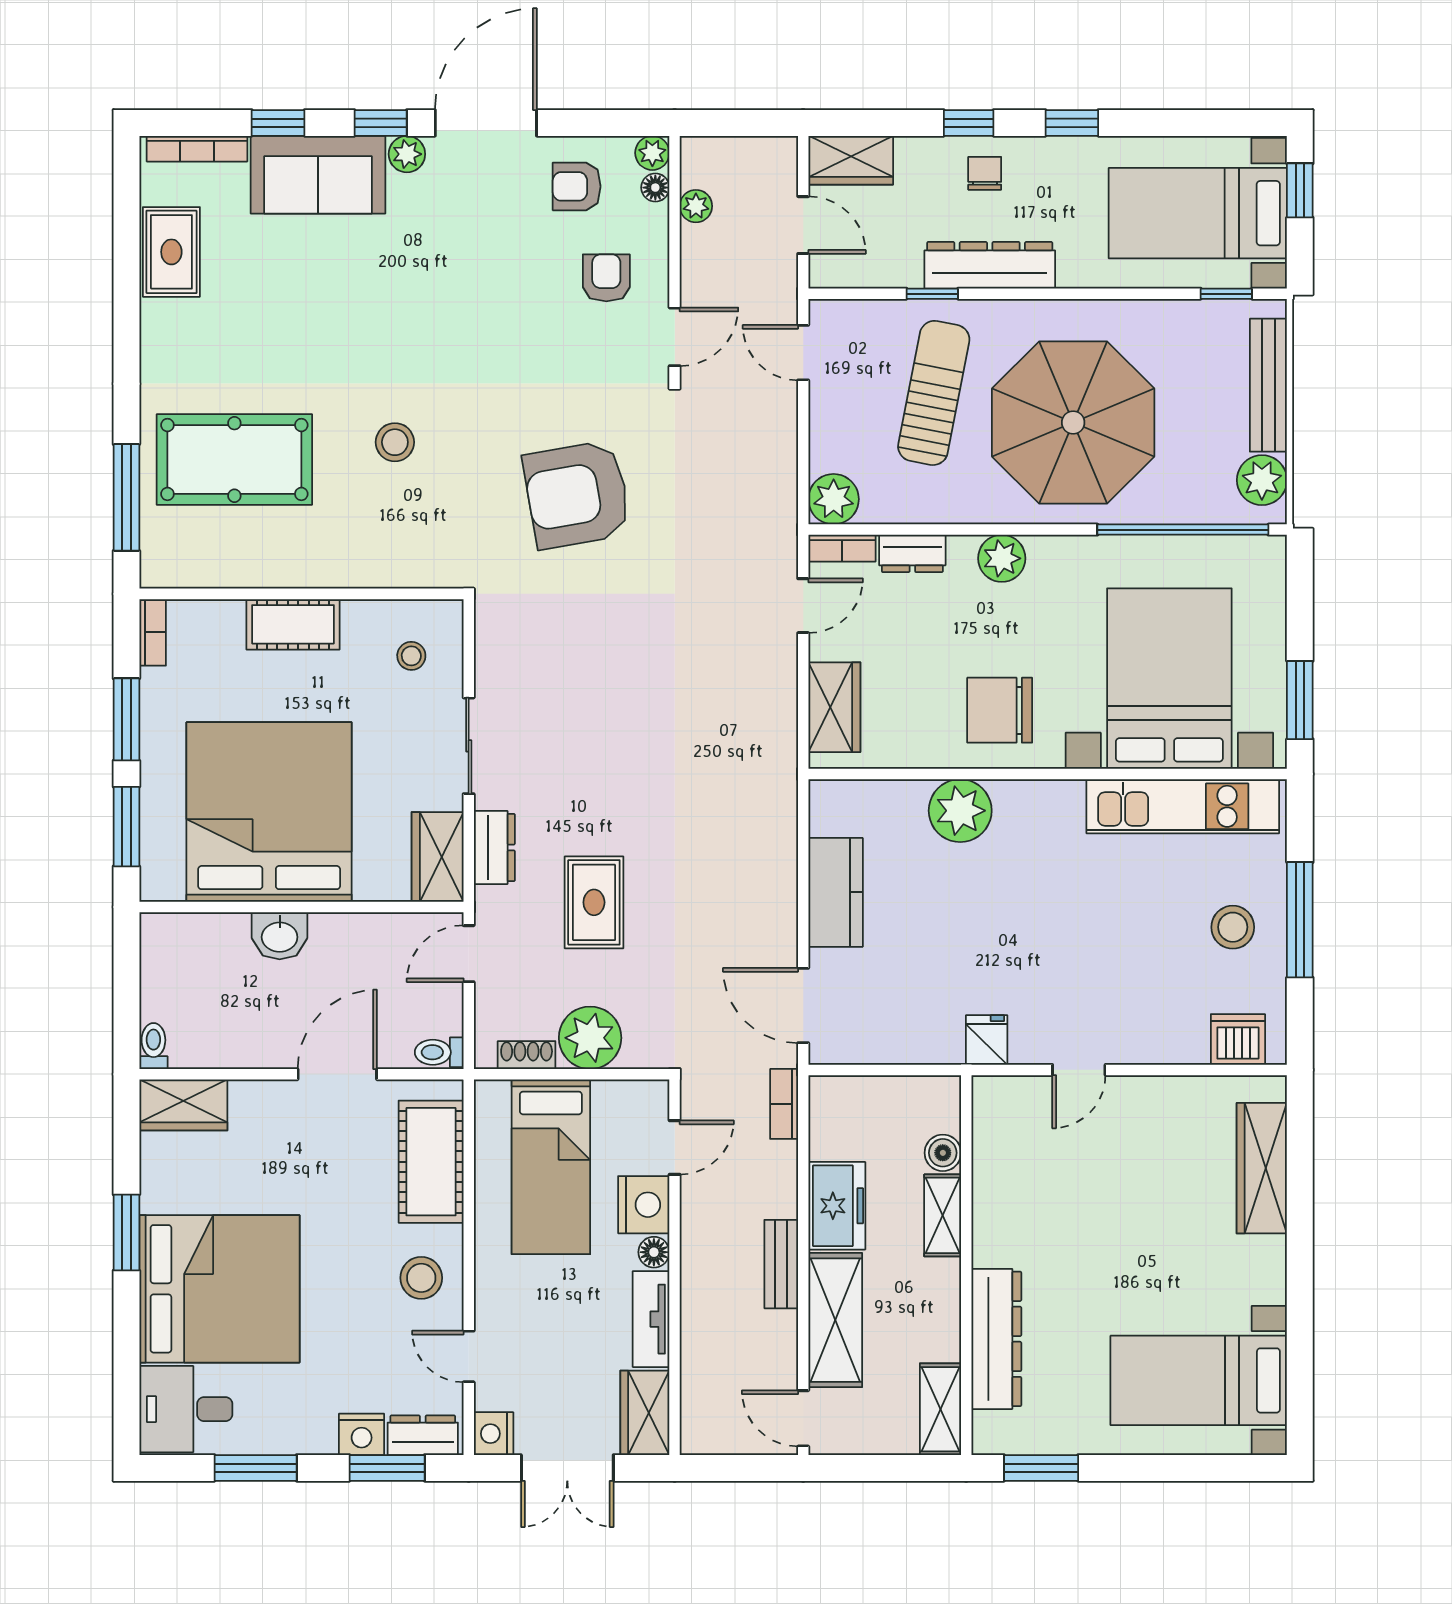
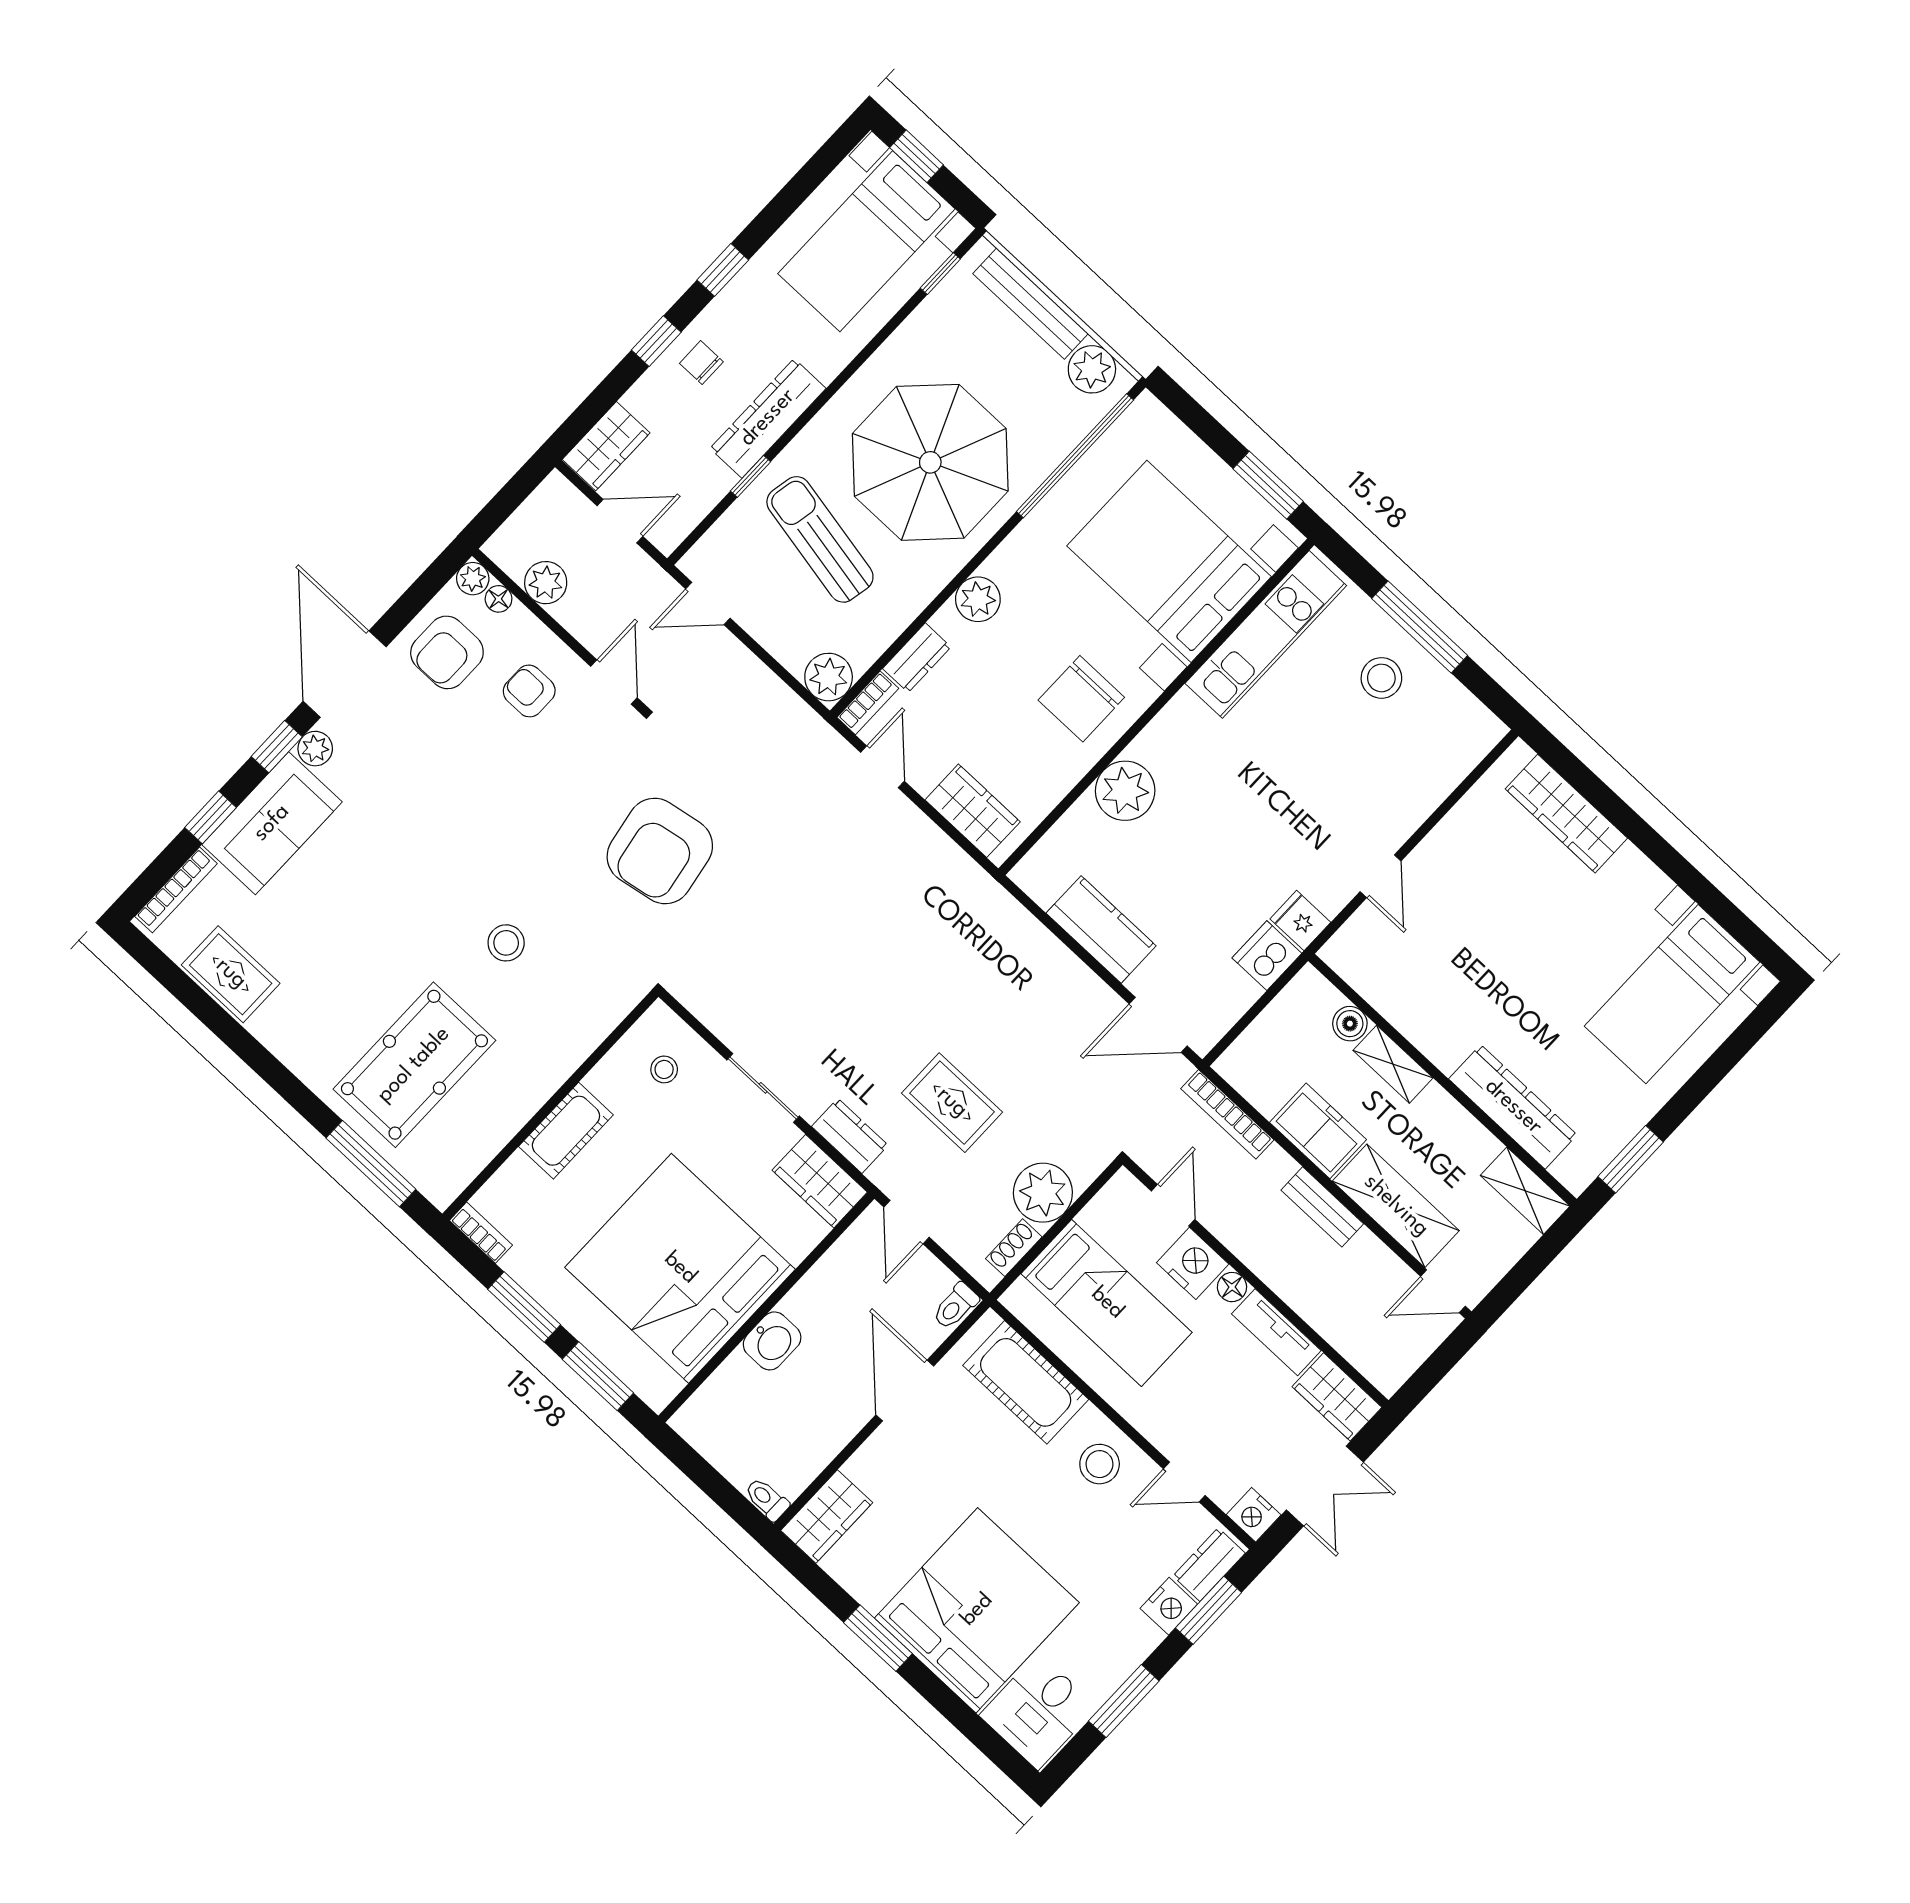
armchair: (577, 186) -> (447, 652), width x1.38, depth x1.38
plant: (696, 206) -> (546, 583), width x1.38, depth x1.38
dishwasher: (1238, 1039) -> (1267, 956), moved
bookcase: (784, 1104) -> (1227, 1114), width x1.56

